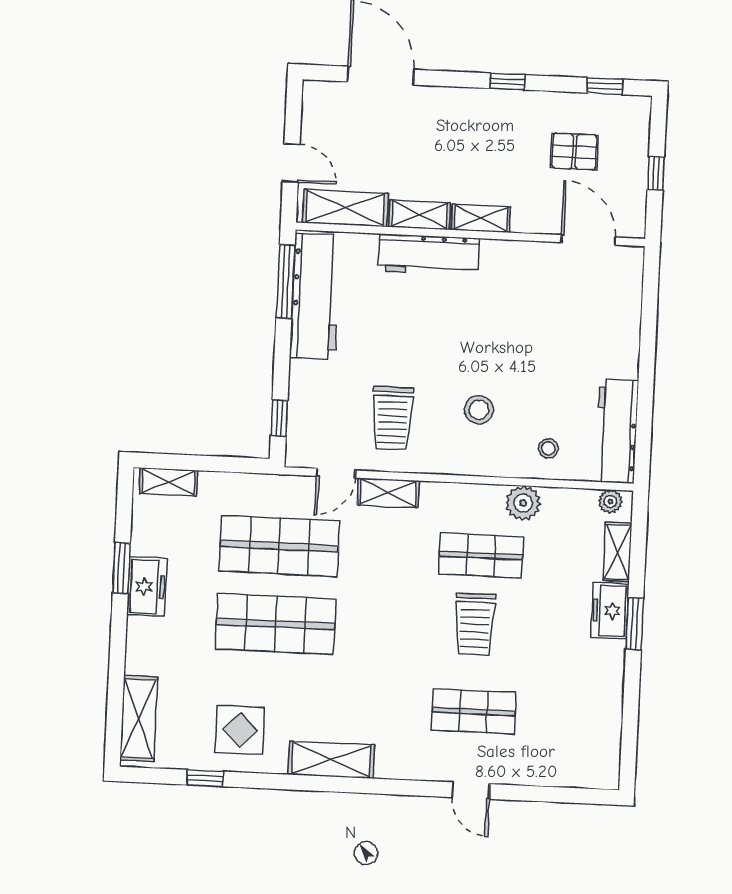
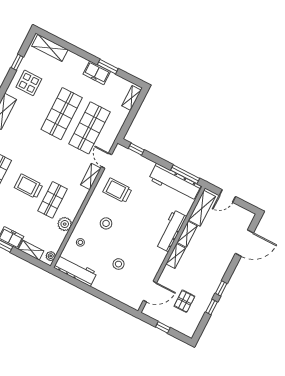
window: (605, 86) -> (212, 307), moved
stool: (558, 340) -> (118, 264), added

